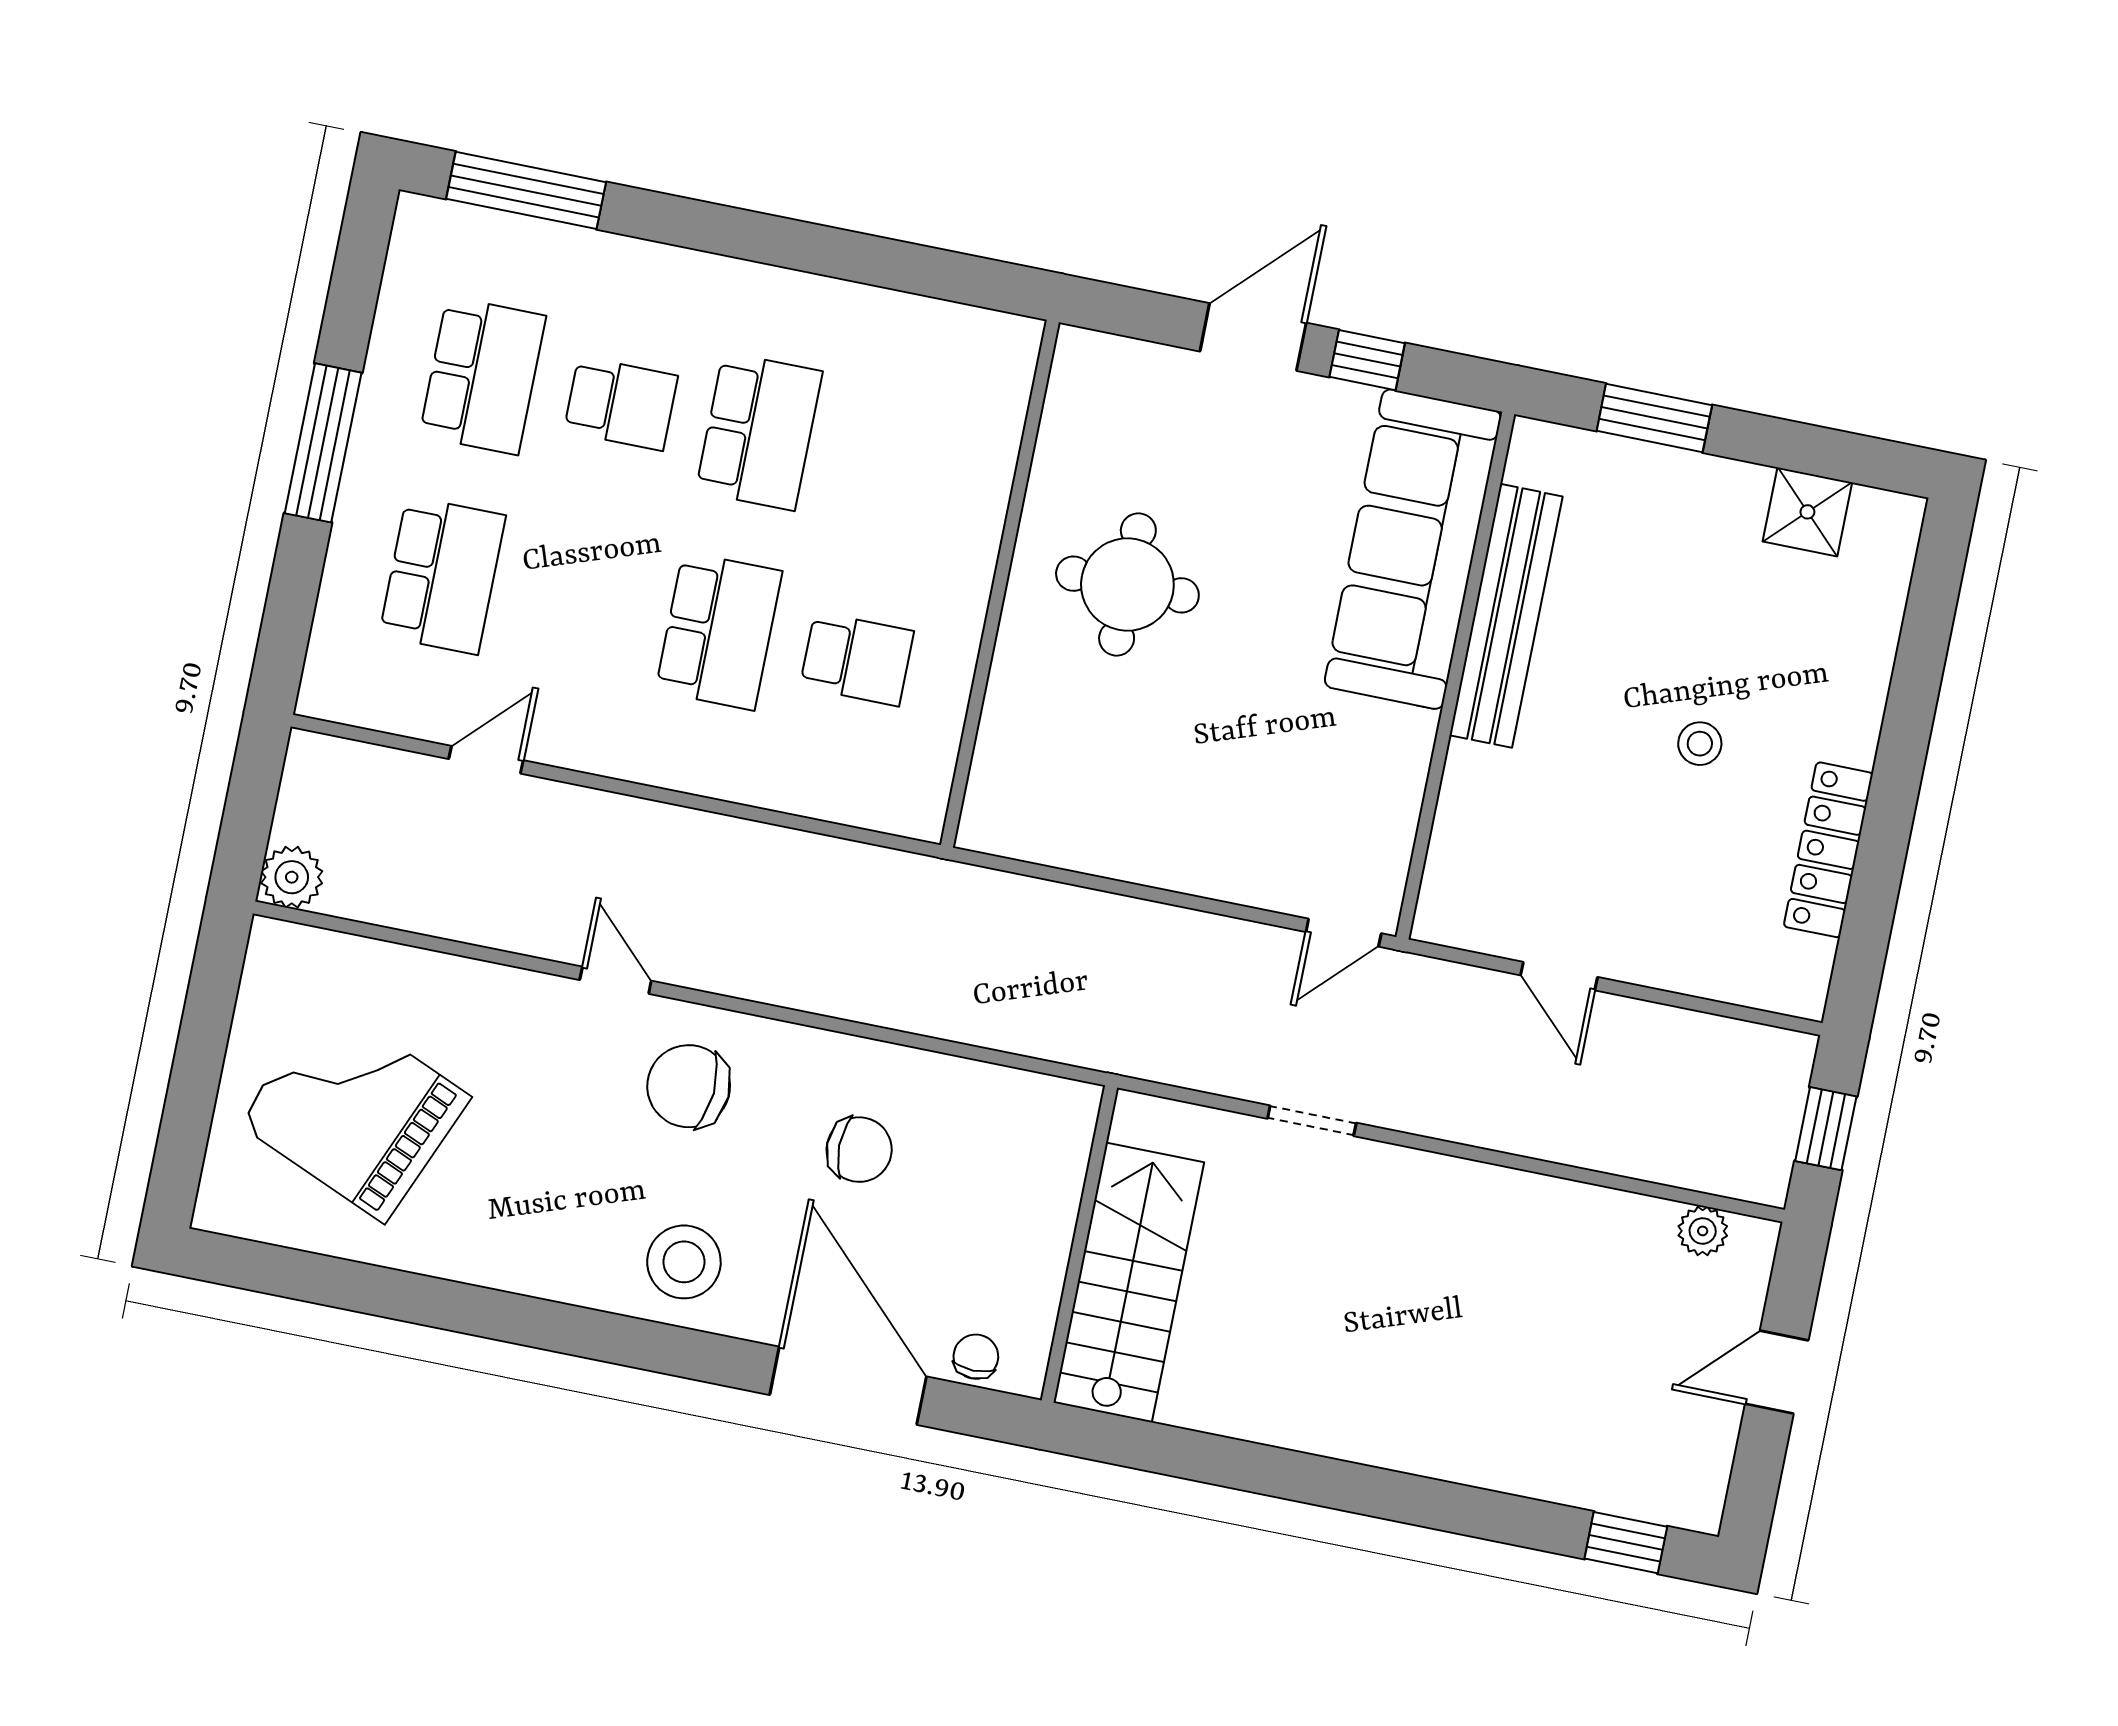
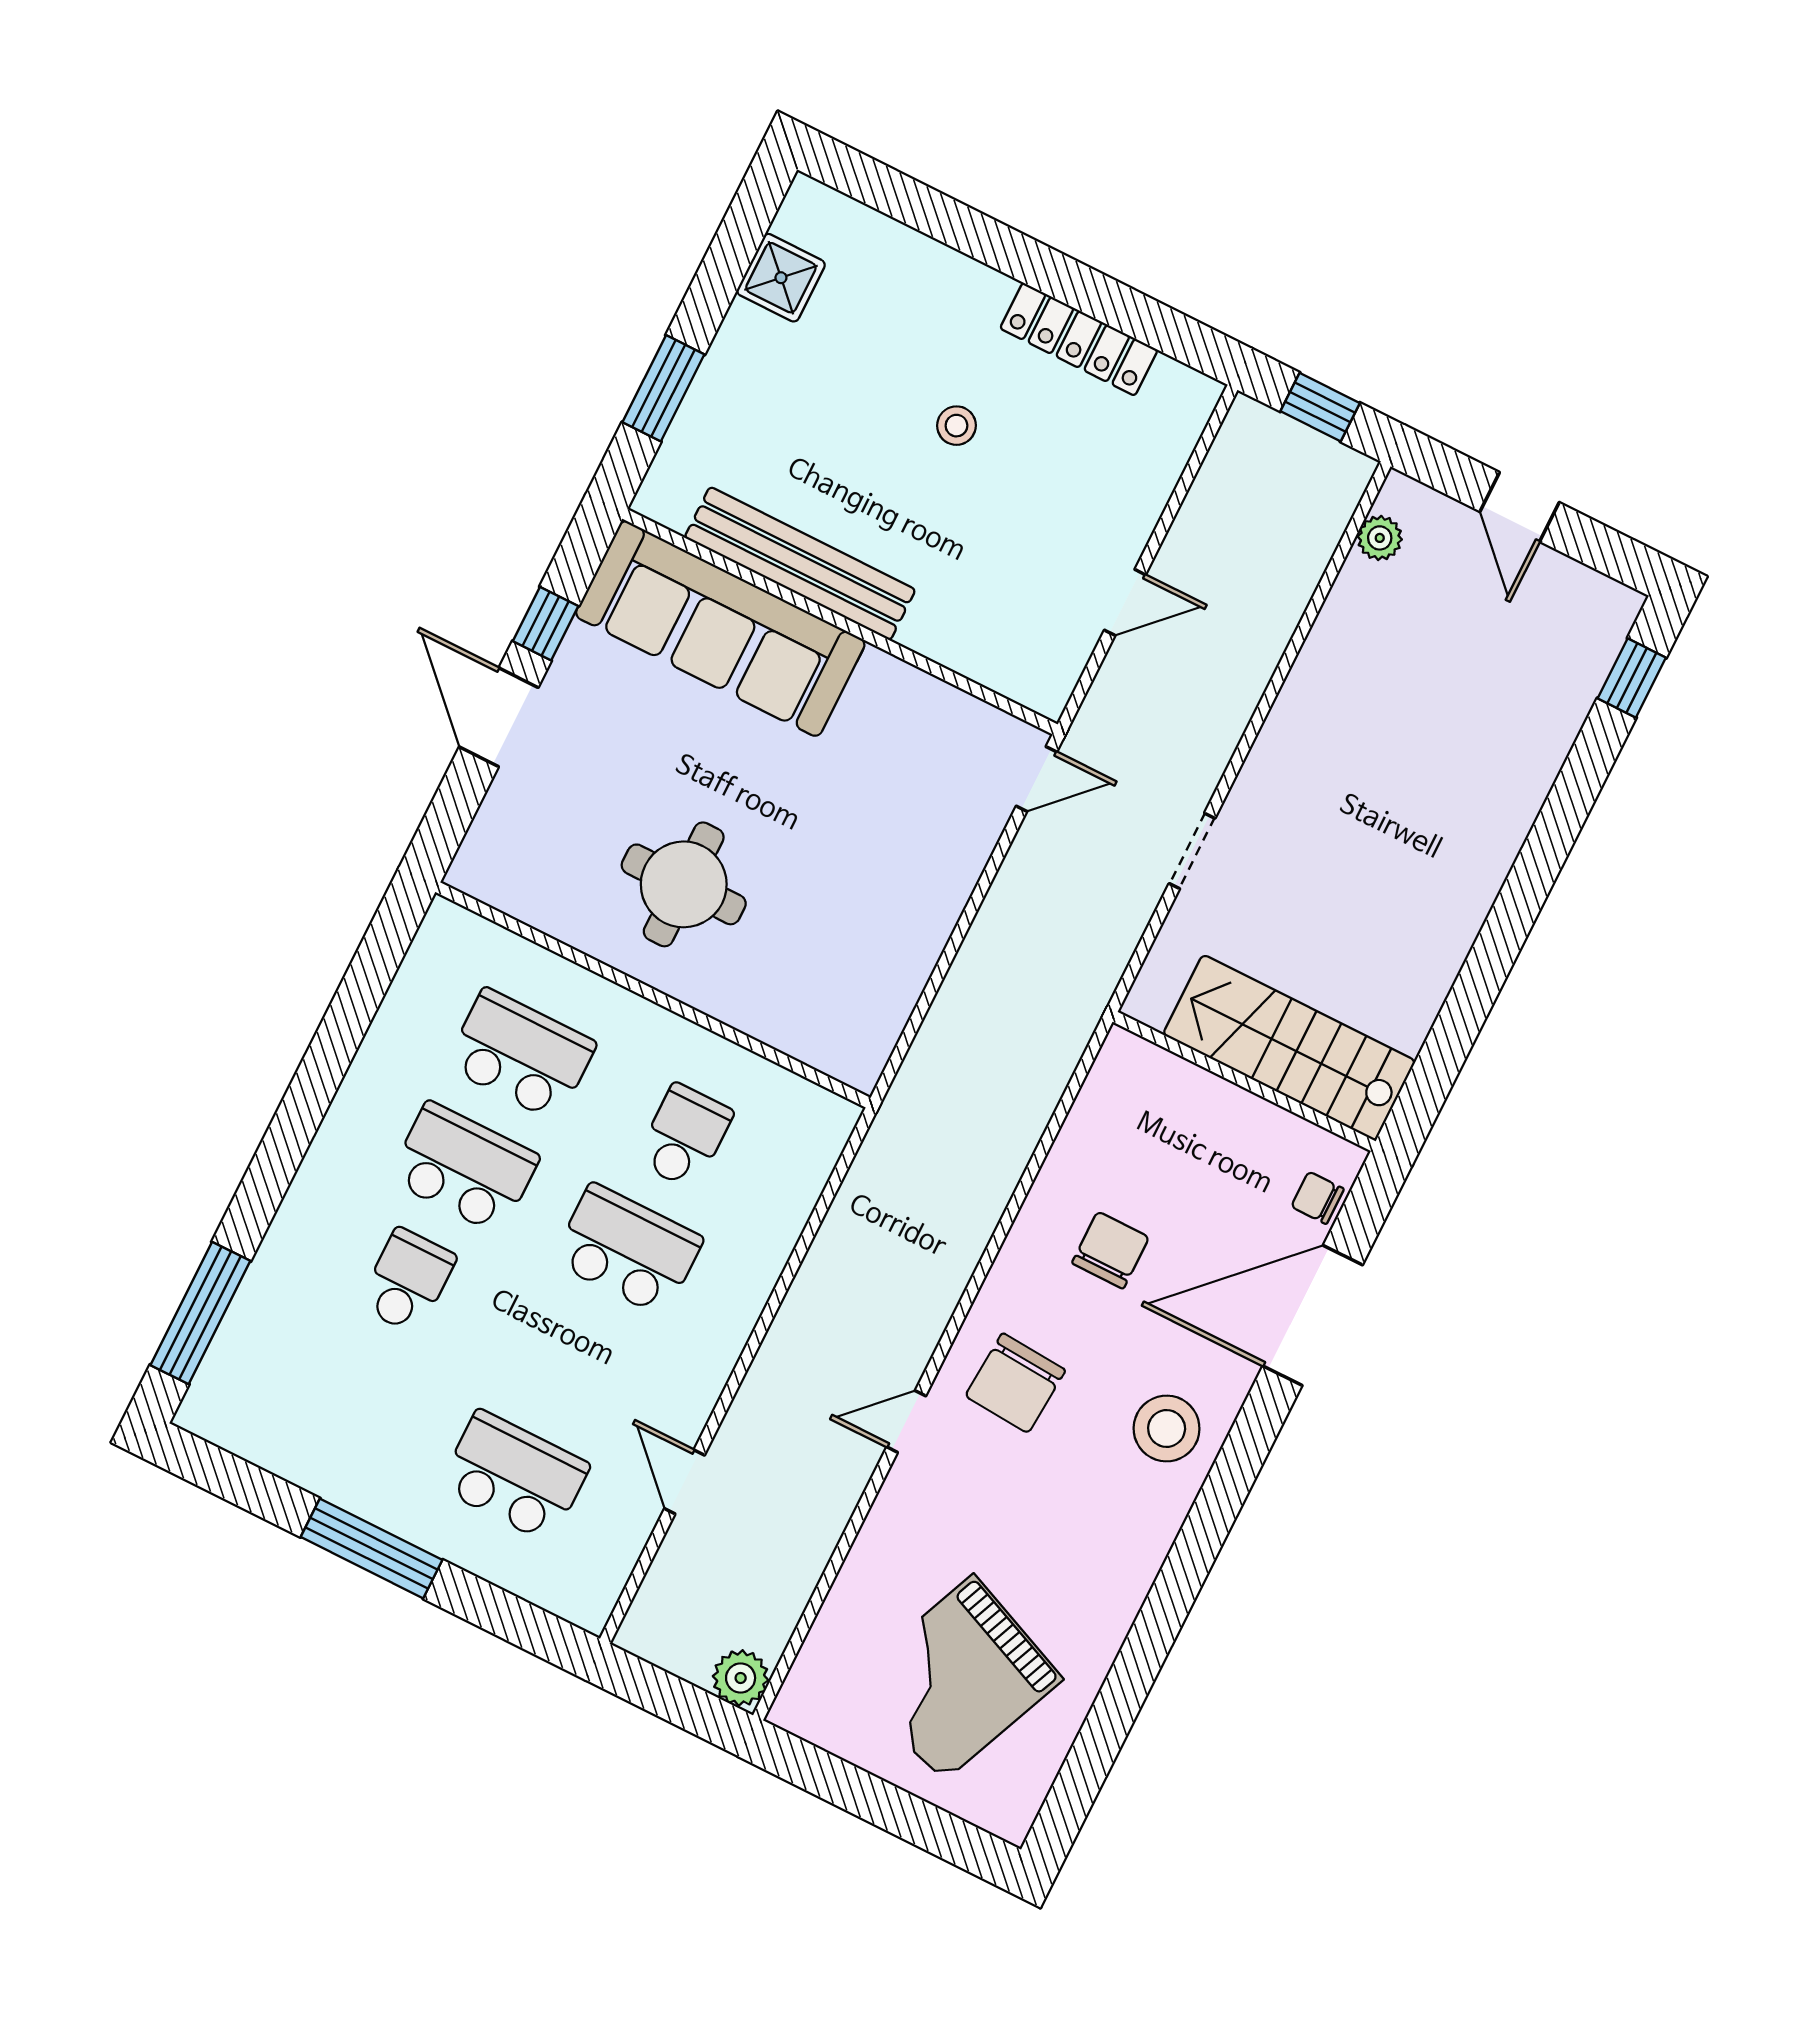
school desk: (483, 376) -> (521, 1055), moved
door: (1344, 933) -> (1036, 779), hinge flipped

